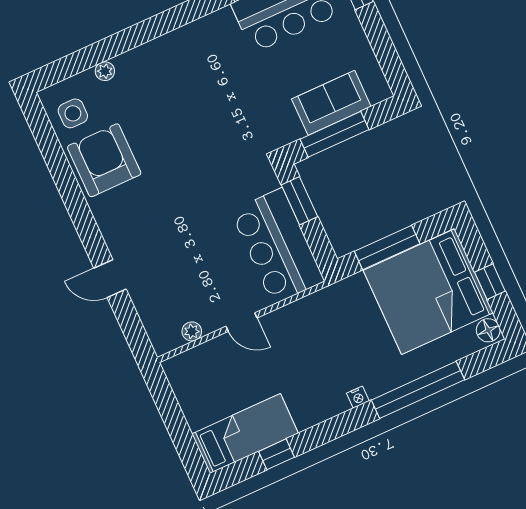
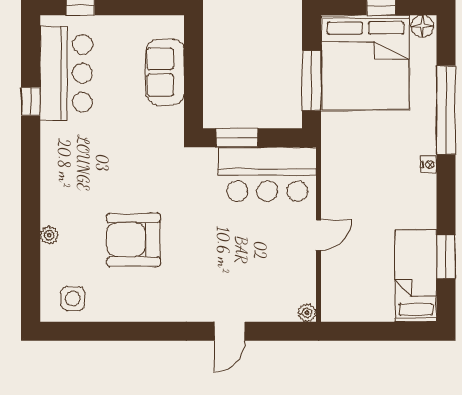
plant: (105, 71) -> (49, 235), moved
window: (335, 134) -> (193, 82), removed
armchair: (104, 160) -> (134, 240), moved
plant: (192, 331) -> (307, 313), moved
window: (276, 454) -> (446, 257), width x1.50

